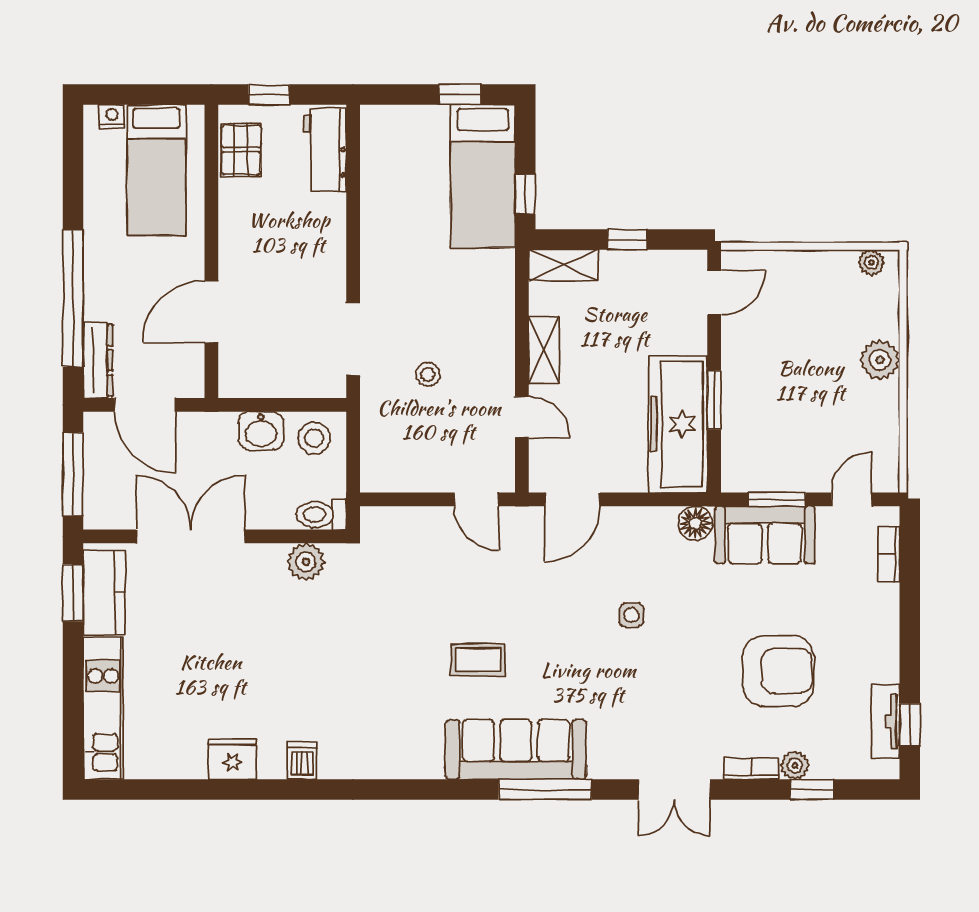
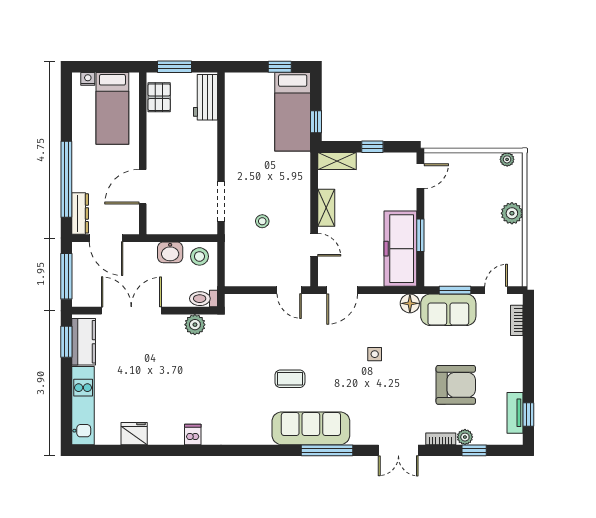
window: (269, 94) -> (175, 67), width x1.50
fridge: (232, 759) -> (134, 434), moved

